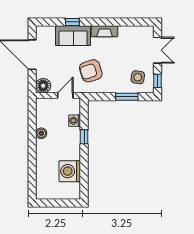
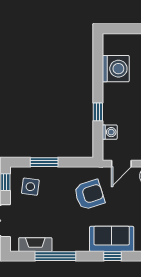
window: (118, 22) -> (55, 256), added
fireplace: (105, 31) -> (35, 245), moved

